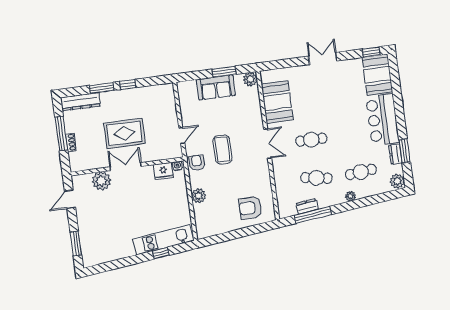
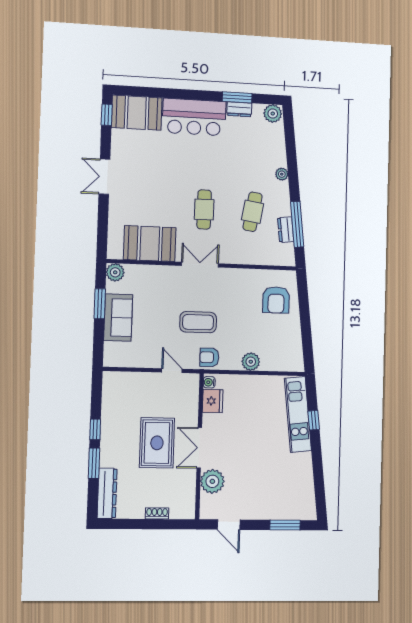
window: (61, 133) -> (144, 524), removed
cafe table: (361, 172) -> (254, 156), removed

